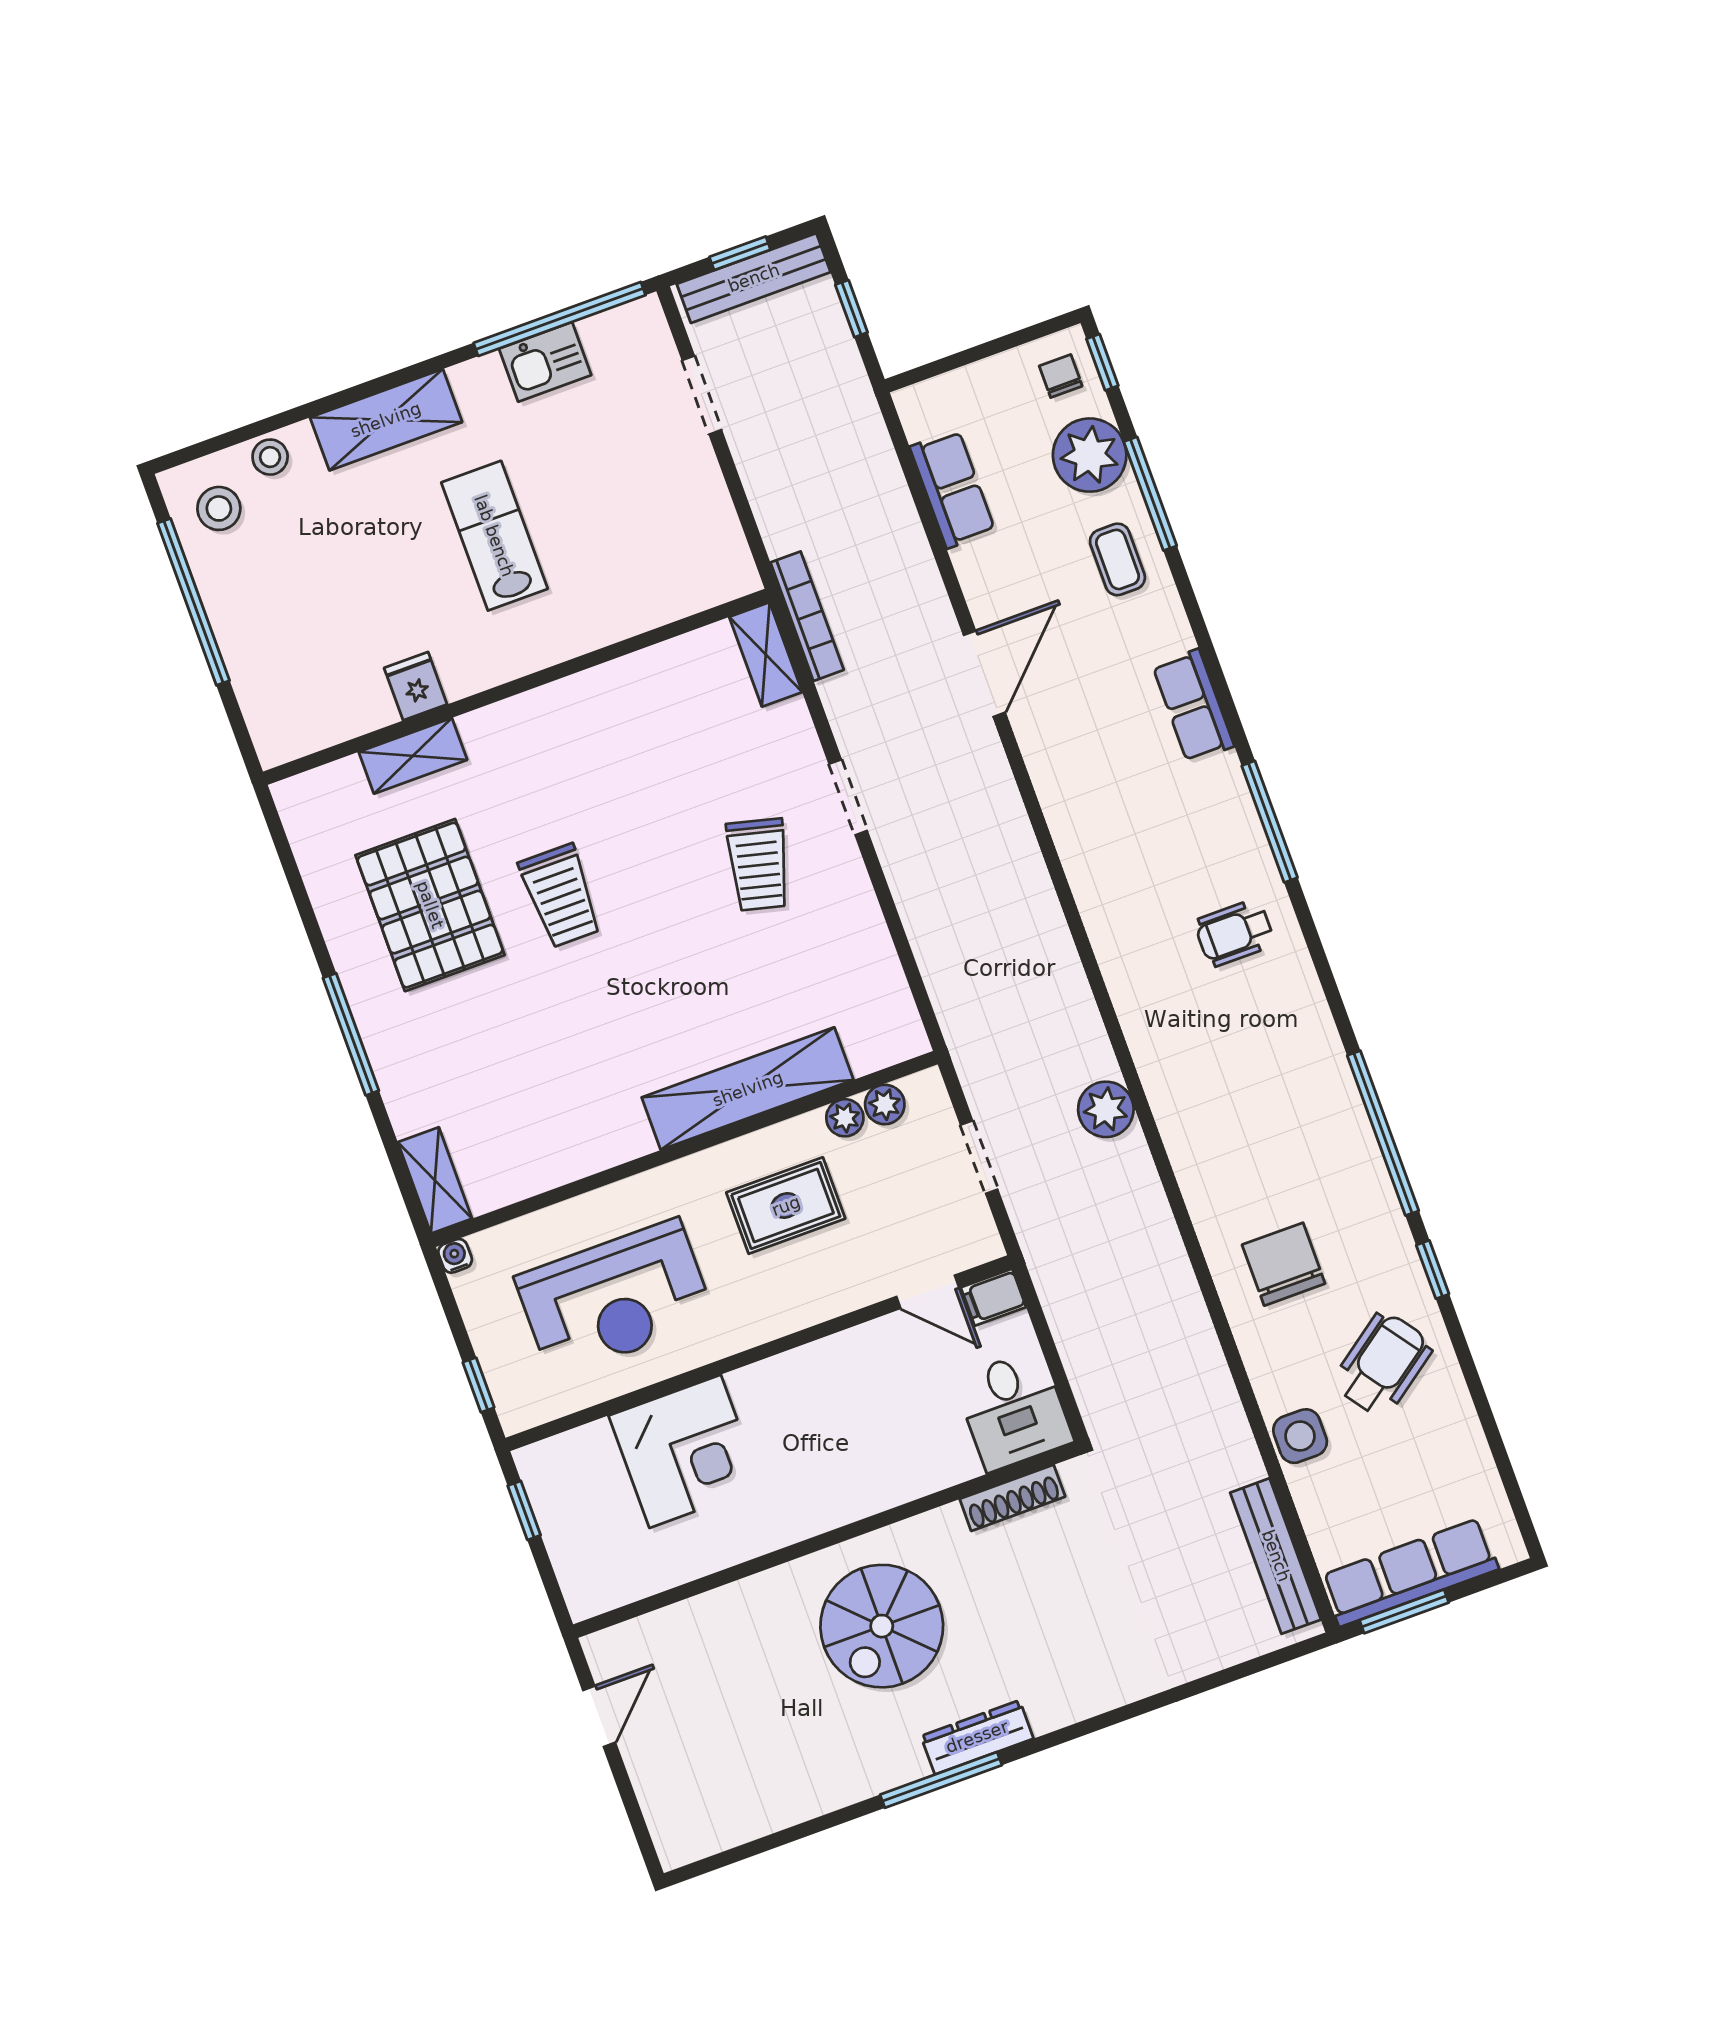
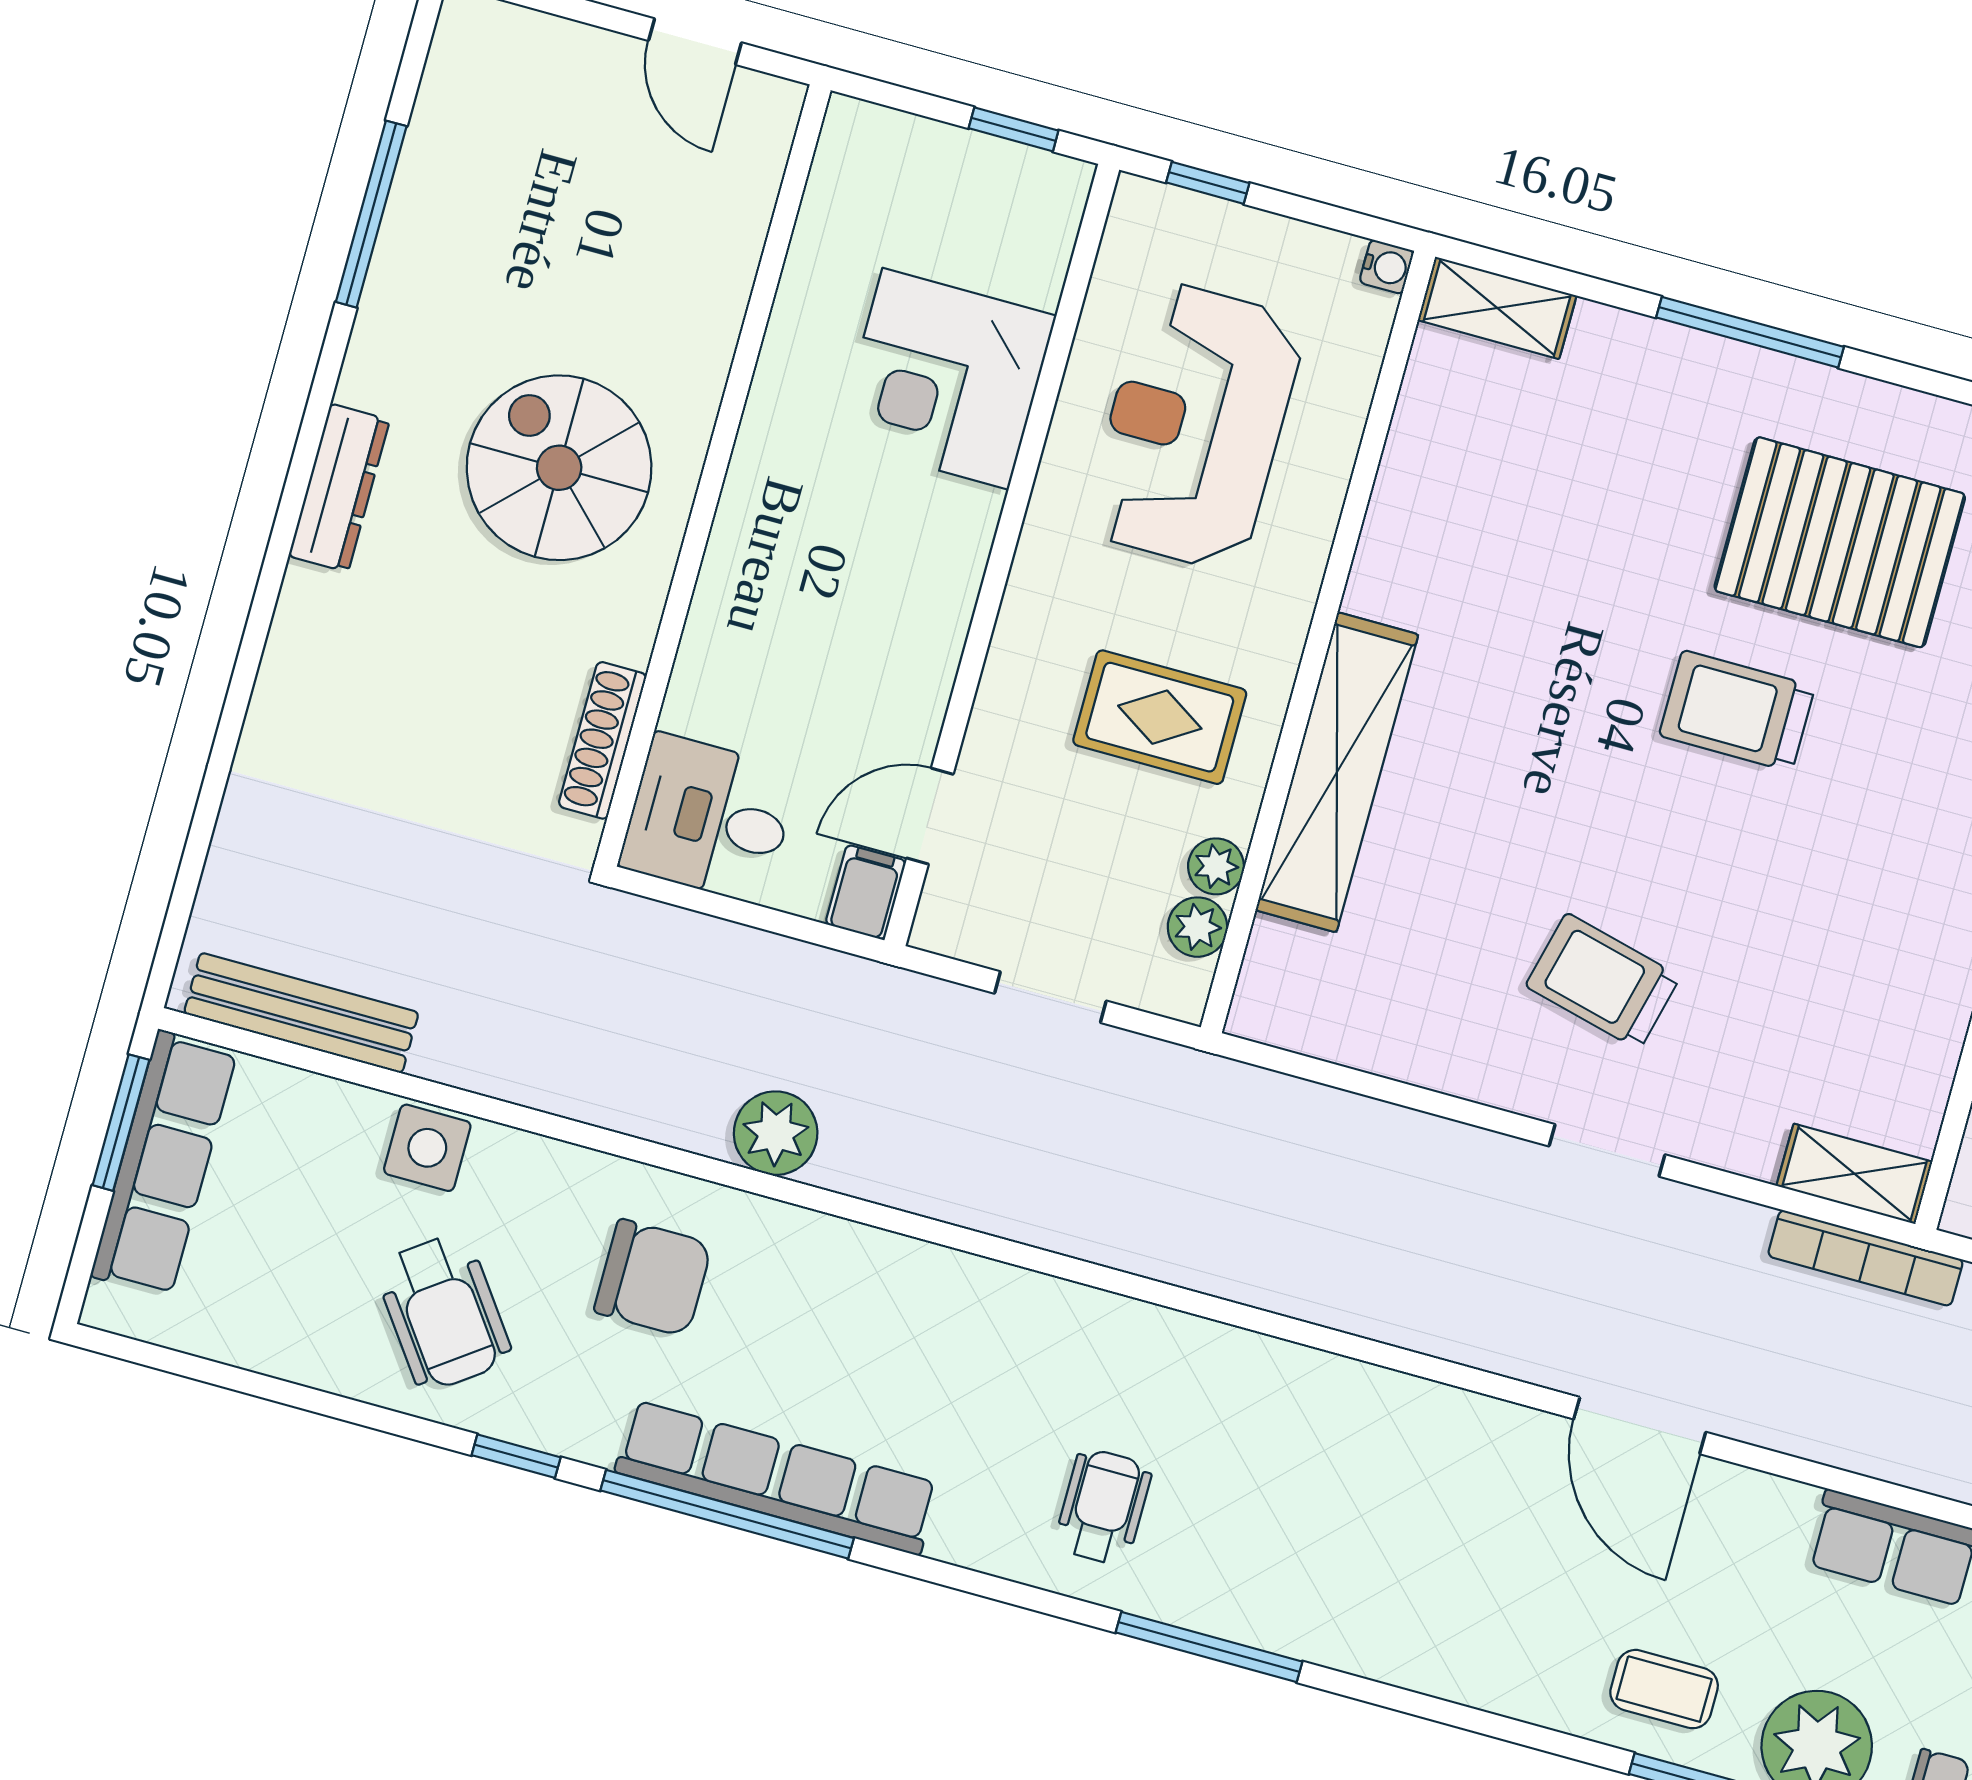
row of seats: (1193, 706) -> (777, 1478), moved, width x2.02
plant: (1106, 1109) -> (776, 1133), moved
rug: (786, 1206) -> (1160, 717), turned 90
window: (941, 1780) -> (371, 214), moved

